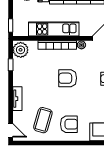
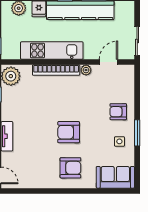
armchair: (68, 78) -> (69, 132), moved
coffee table: (43, 120) -> (38, 163), removed

